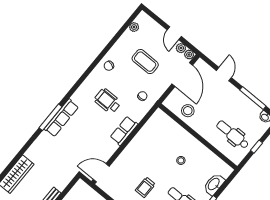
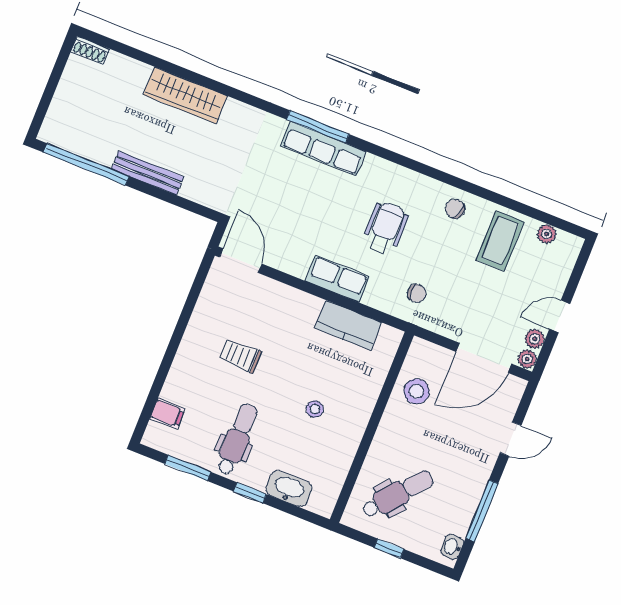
coffee table: (145, 62) -> (500, 241), moved
kitchen counter: (147, 133) -> (348, 325), added
dental chair: (233, 135) -> (398, 494), turned 40

